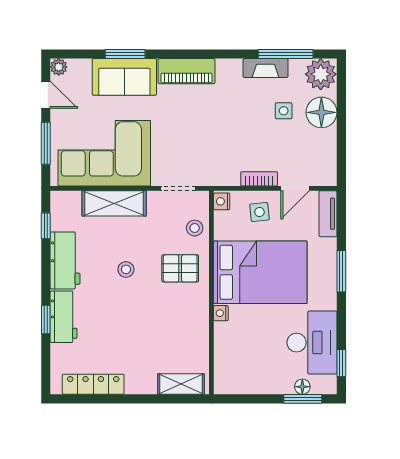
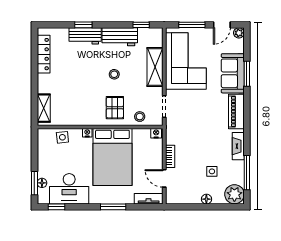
fireplace: (265, 68) -> (238, 146), moved
floor lamp: (321, 112) -> (206, 199), width x0.53, depth x0.53
side table: (259, 212) -> (62, 137), moved

